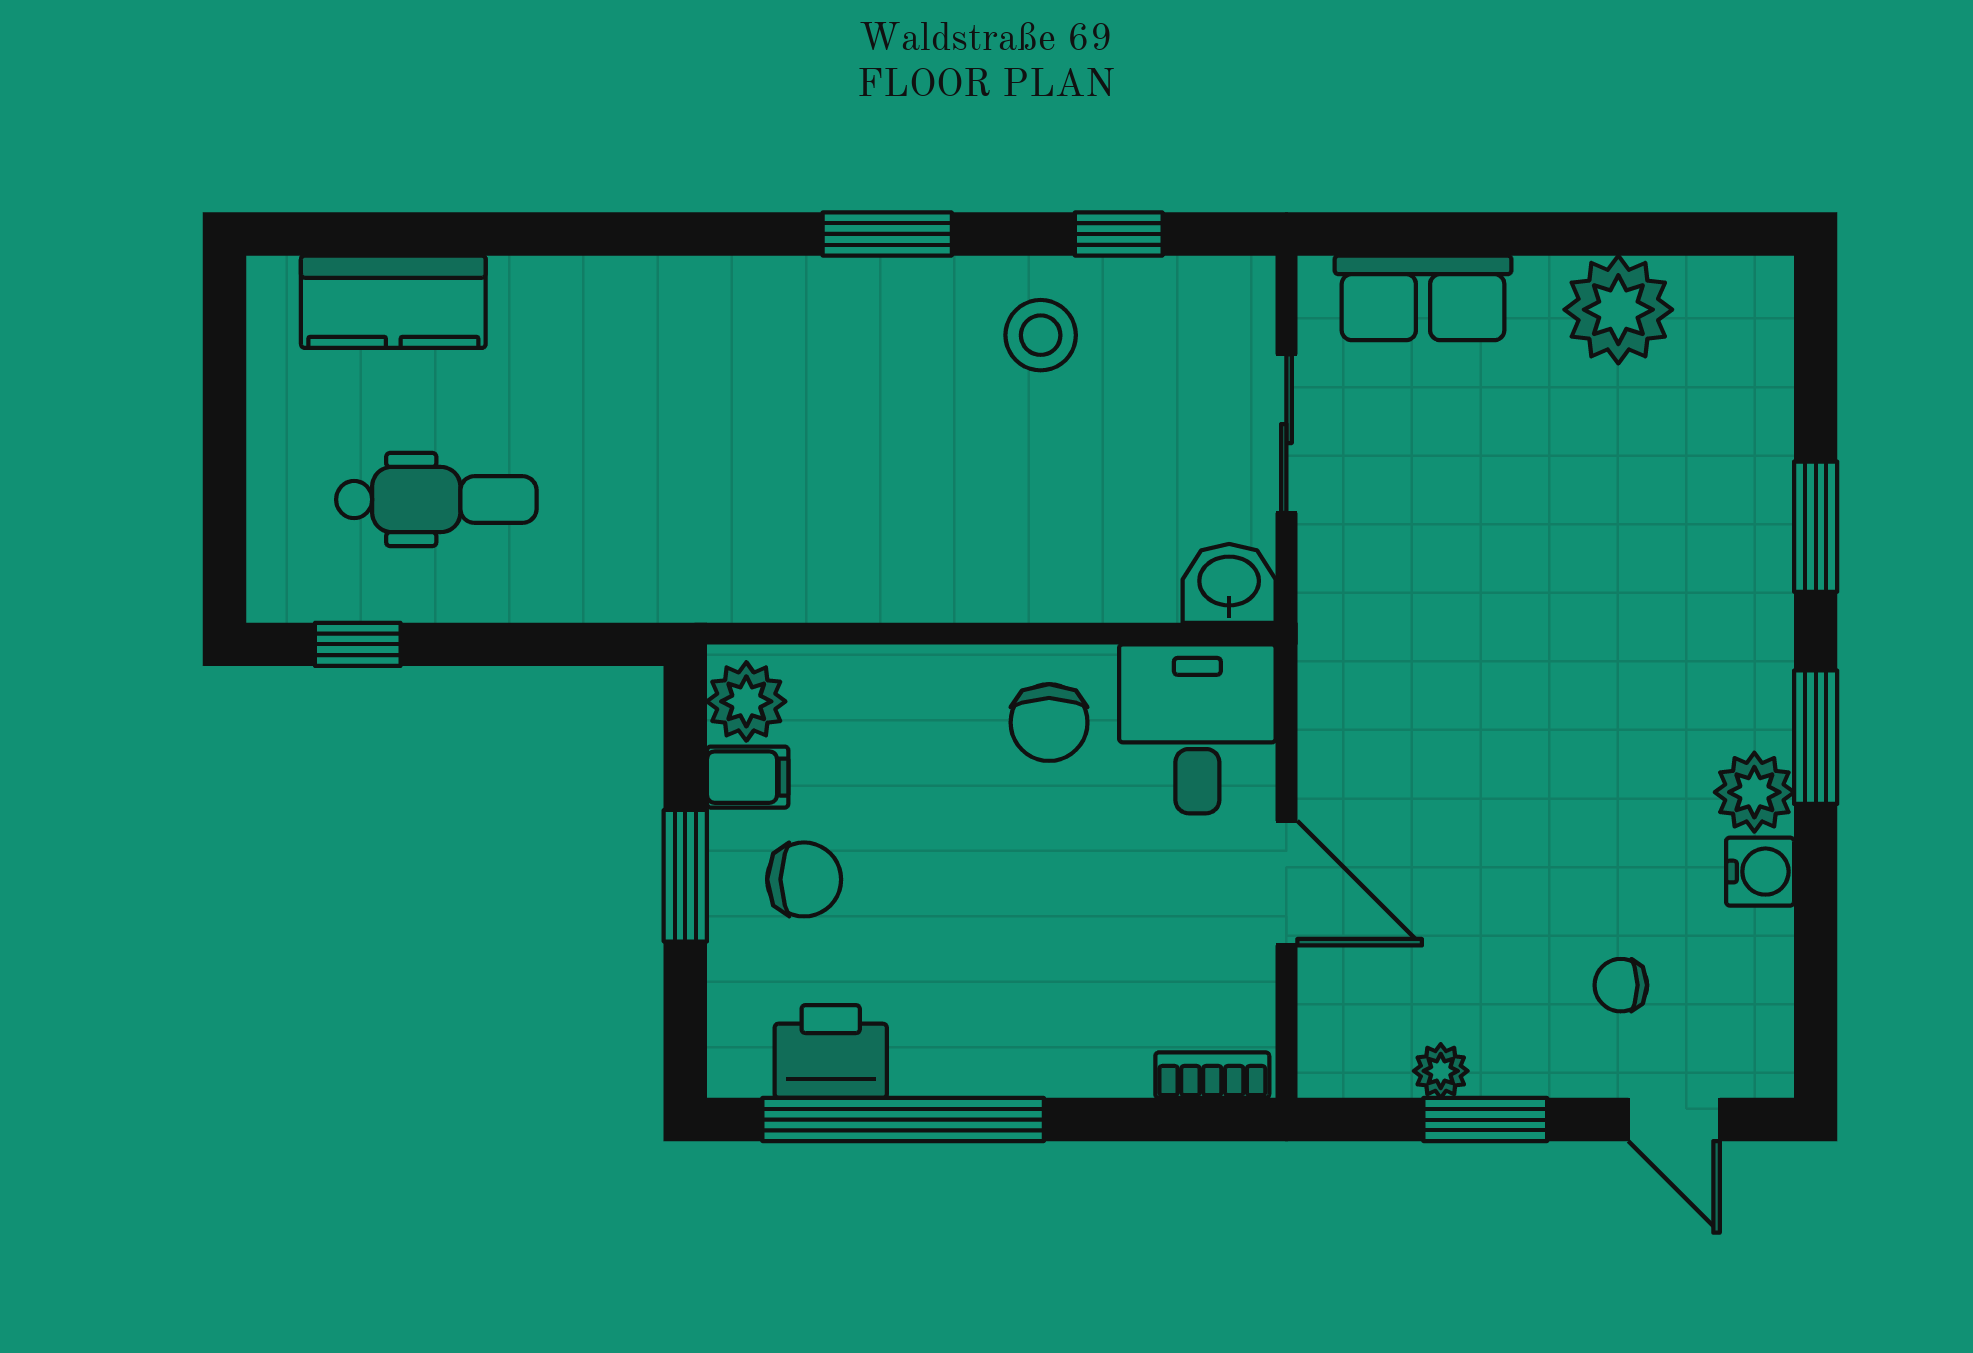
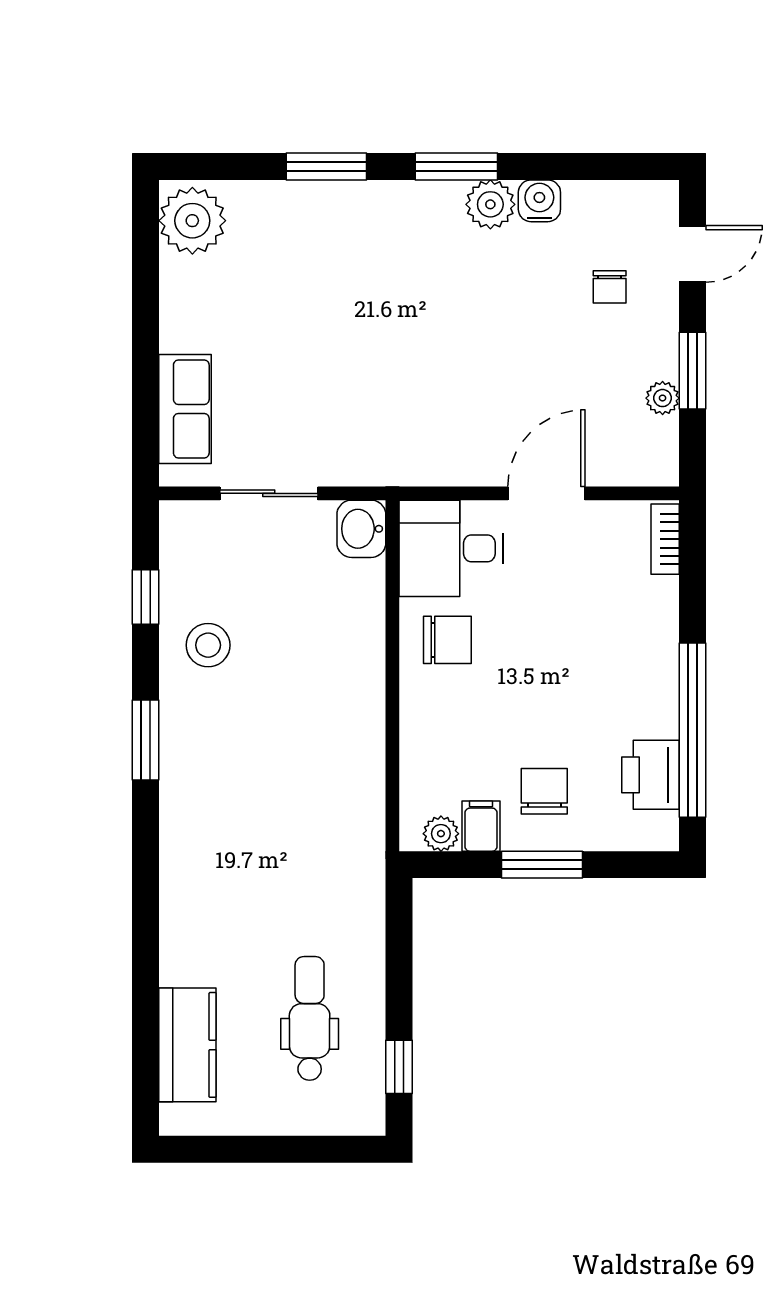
plant: (1618, 310) -> (192, 221), moved
plant: (746, 701) -> (441, 834), width x0.73, depth x0.73

